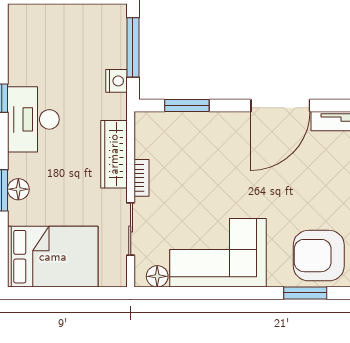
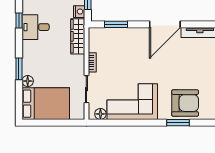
desk: (33, 119) -> (36, 27), width x0.73
wardrobe: (114, 154) -> (78, 36), moved
floor lamp: (18, 189) -> (28, 81), moved
armchair: (319, 256) -> (185, 103), turned 180

